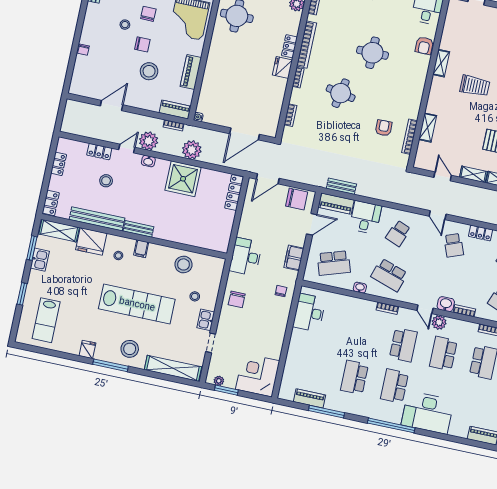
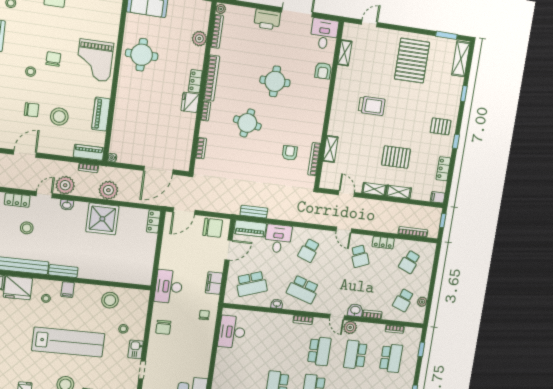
chair: (142, 44) -> (32, 110), moved
shelving: (441, 63) -> (345, 53), moved
locker: (234, 193) -> (154, 221), width x0.66

